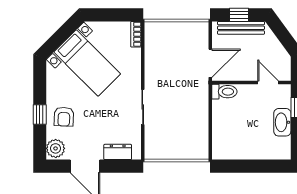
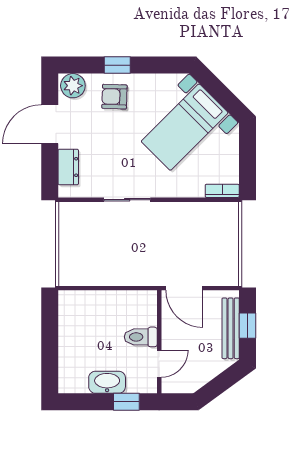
toilet: (224, 92) -> (141, 337), moved, turned 90

